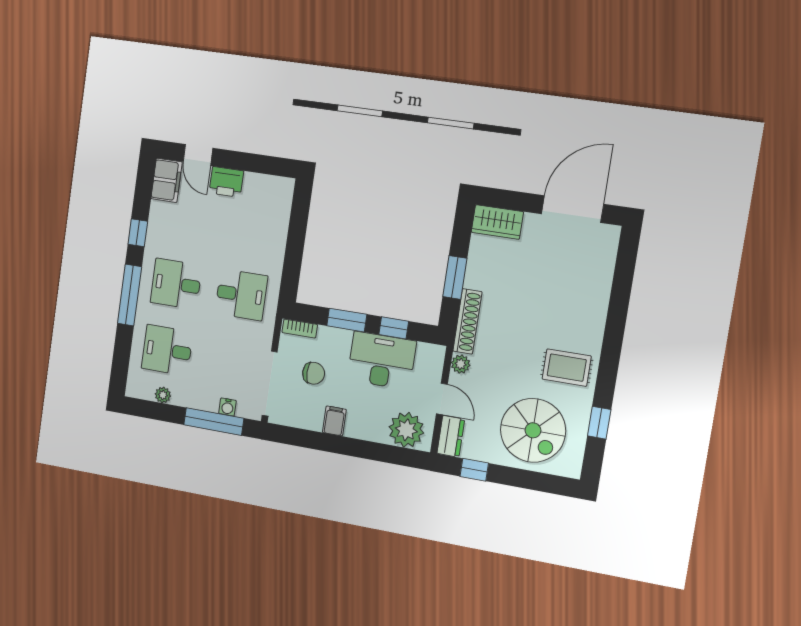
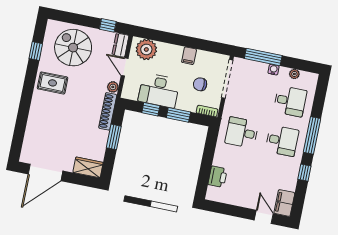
printer: (226, 182) -> (218, 177), moved, turned 90
water cooler: (227, 407) -> (274, 70), moved

